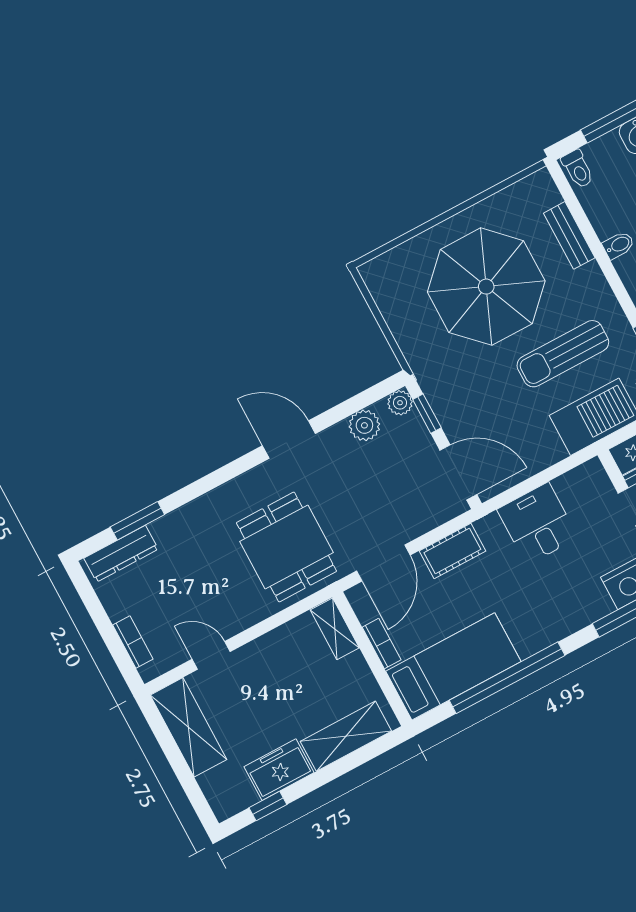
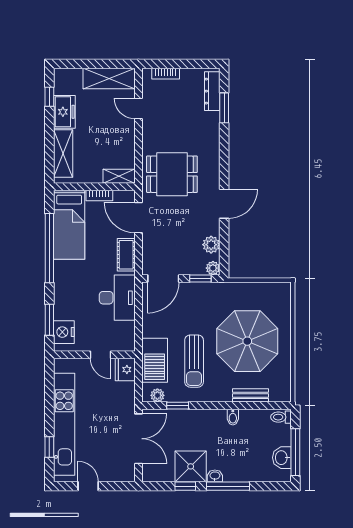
sun lounger: (563, 354) -> (194, 361), turned 180
desk: (538, 524) -> (117, 298), width x1.37
door: (211, 655) -> (138, 109), swing flipped

